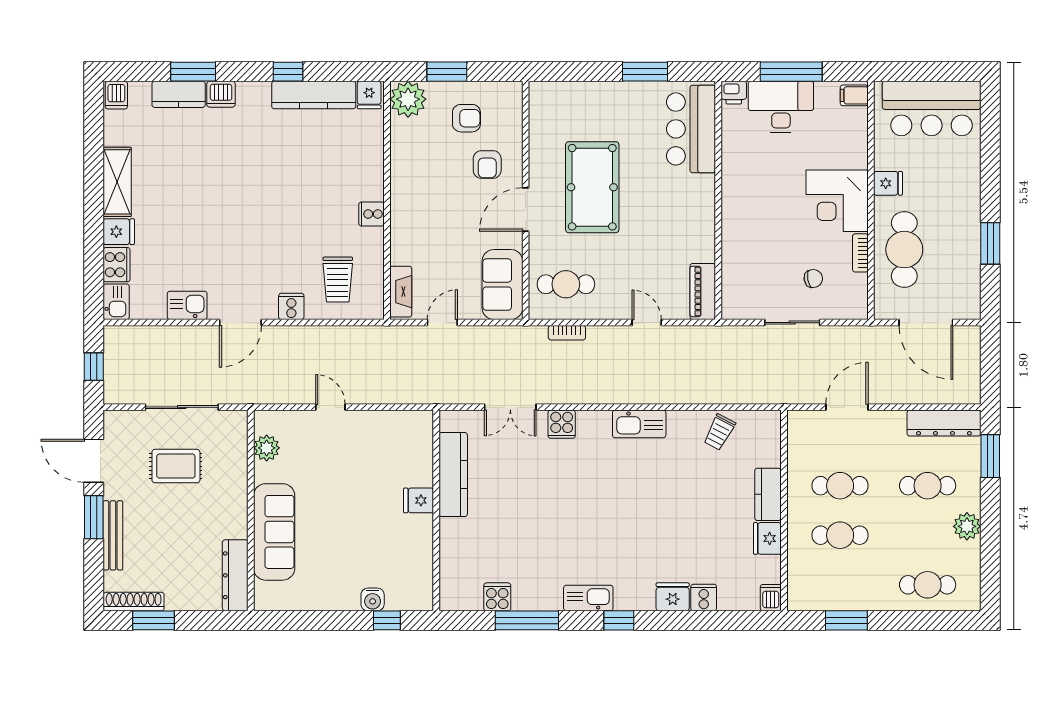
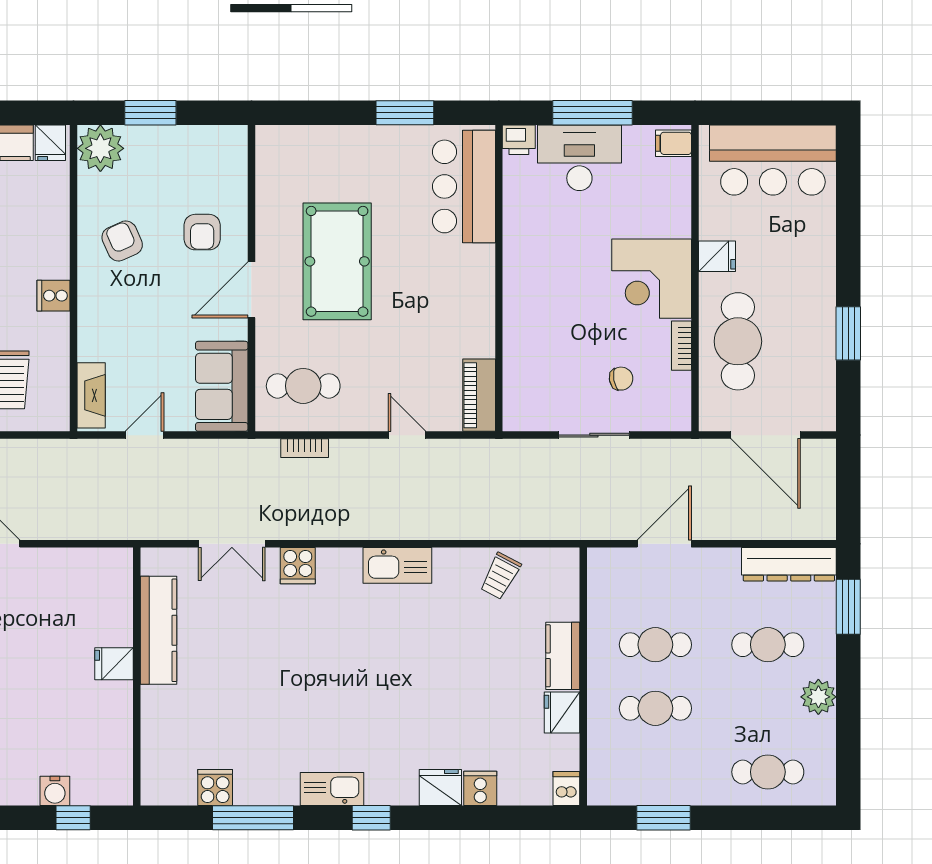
armchair: (466, 118) -> (122, 241), moved, turned -114

